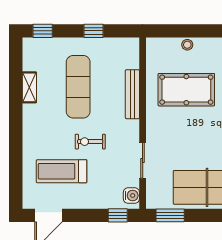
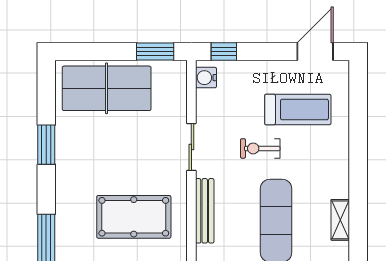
exercise bike: (90, 142) -> (260, 148), turned 180
sliding door: (143, 160) -> (191, 147), moved

